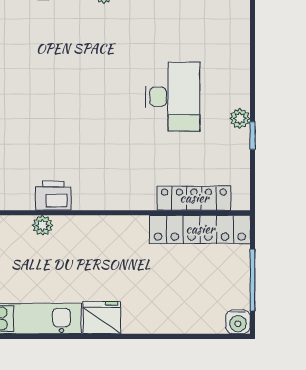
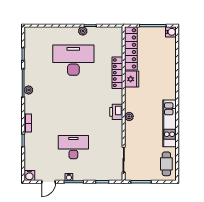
desk: (173, 97) -> (73, 60), width x1.36, depth x1.30
locker: (194, 198) -> (117, 73), moved
fridge: (102, 318) -> (132, 79), moved, turned 180

